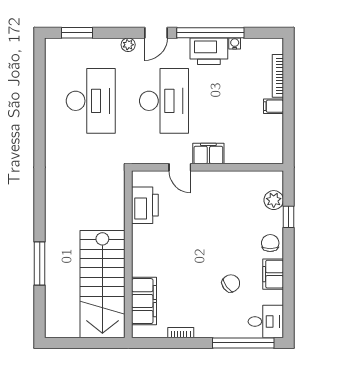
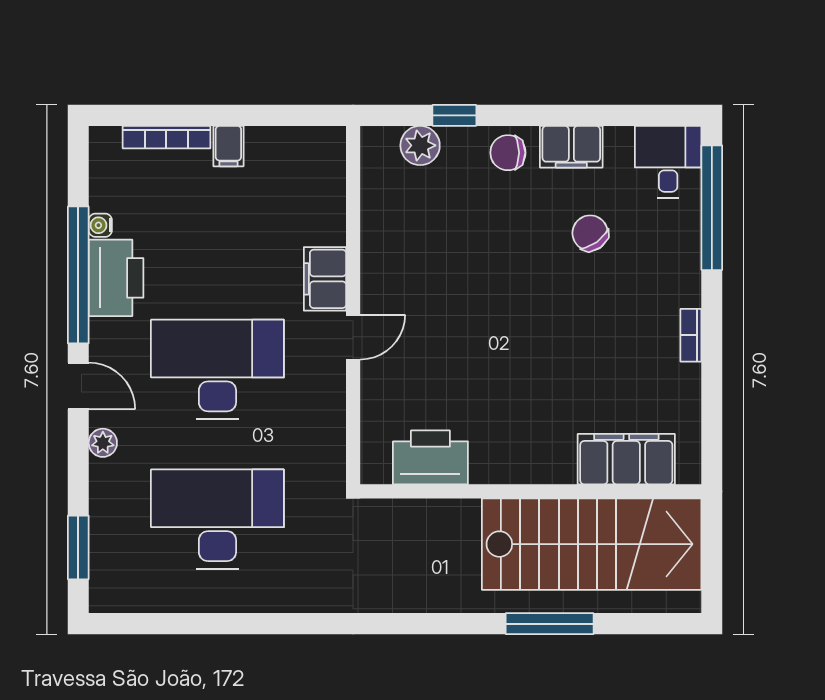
printer: (145, 205) -> (430, 457), moved
wall: (128, 254) -> (531, 491), moved
stairs: (102, 284) -> (592, 544), moved
filing cabinet: (144, 301) -> (626, 459), moved

